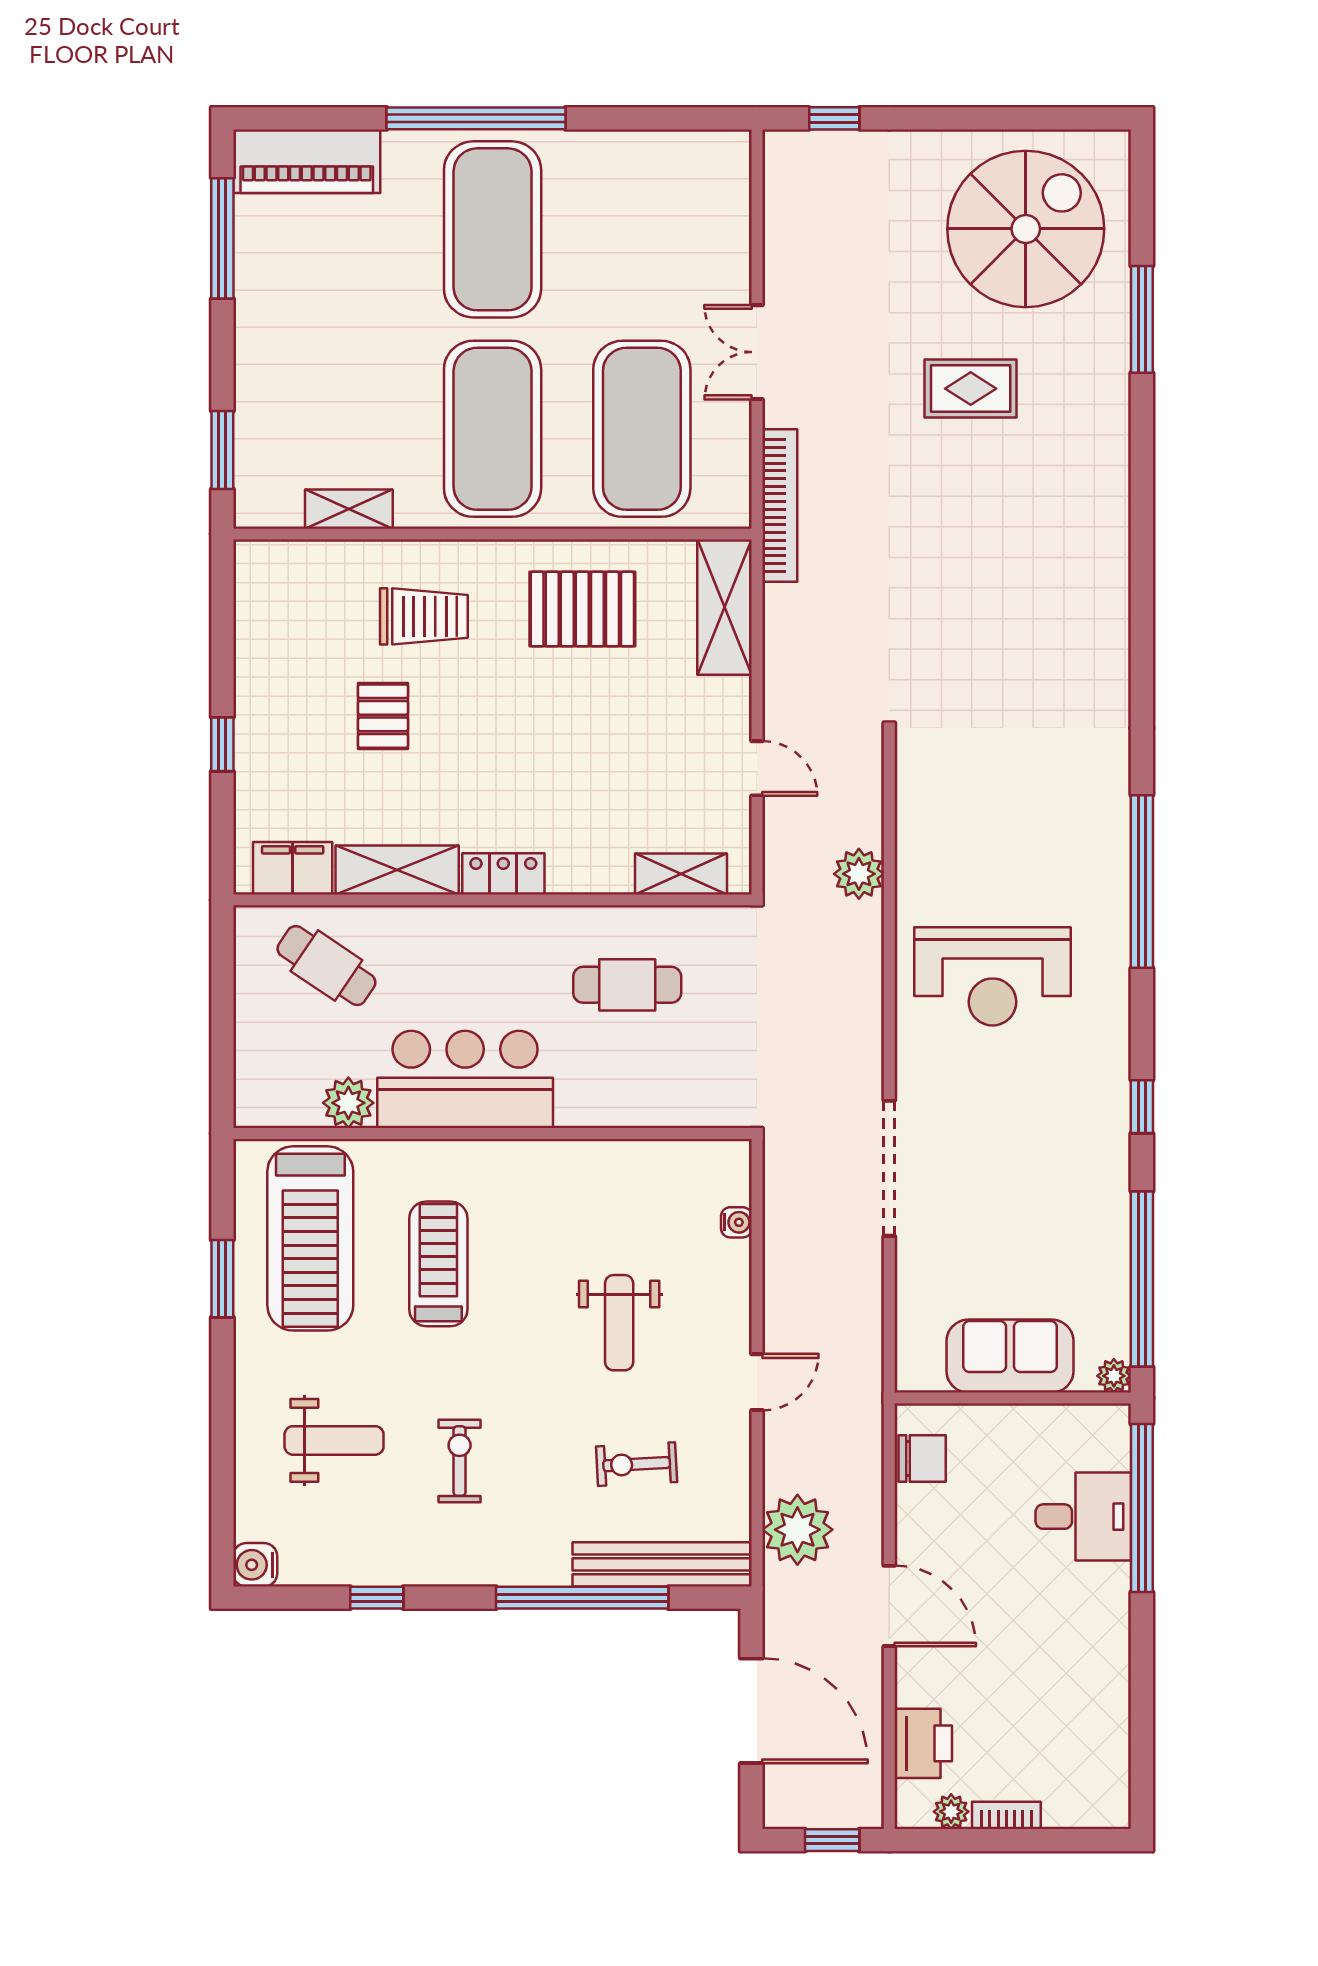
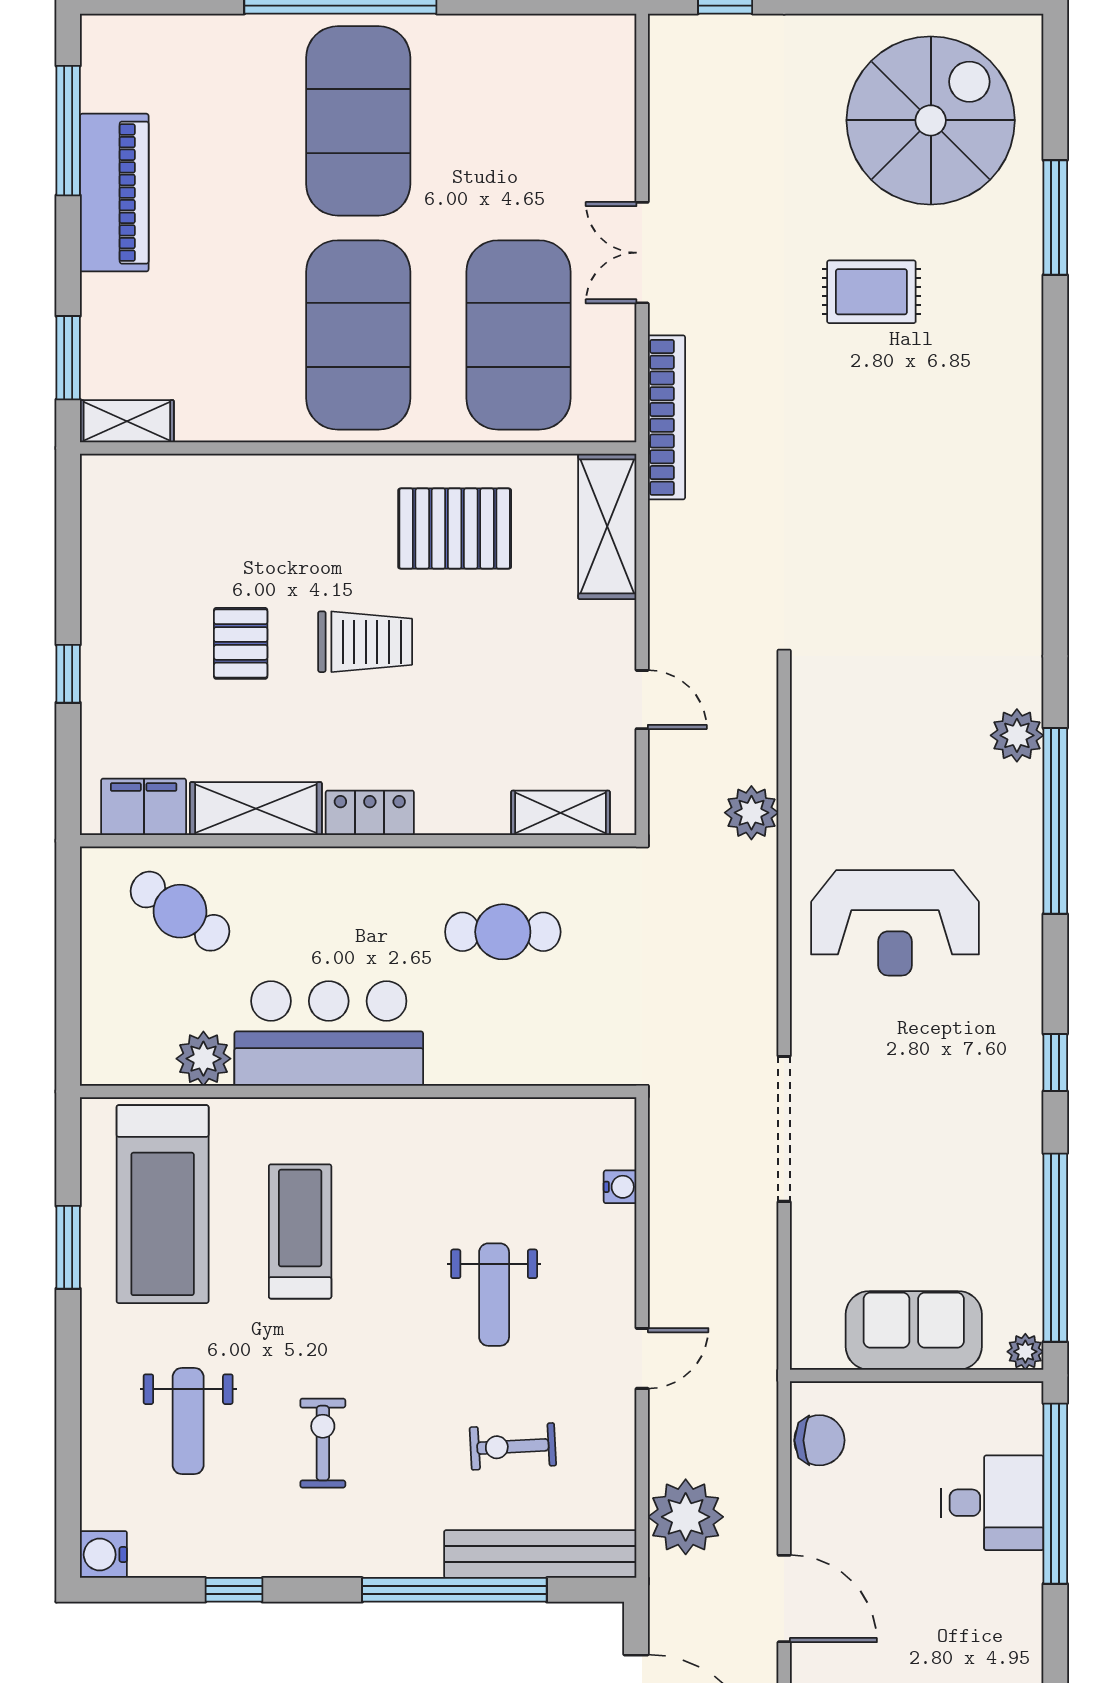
piano: (307, 161) -> (114, 193), moved, turned -90
shelving: (349, 509) -> (127, 421), moved
trolley: (424, 616) -> (365, 642), moved
plant: (1106, 802) -> (1017, 735), added
weight bench: (334, 1440) -> (188, 1421), turned 90

